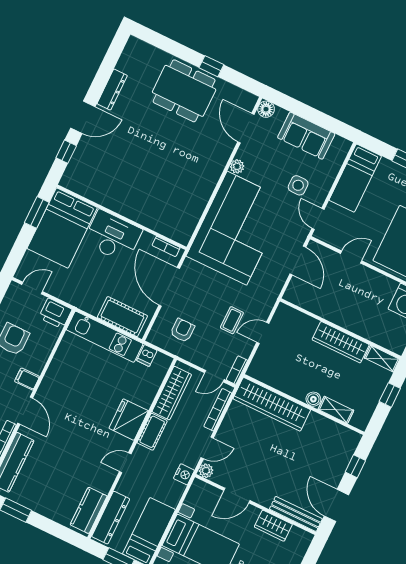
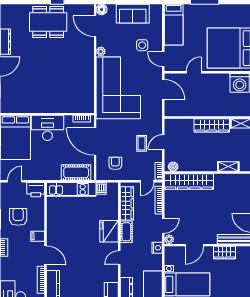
boiler: (313, 399) -> (173, 167), moved

